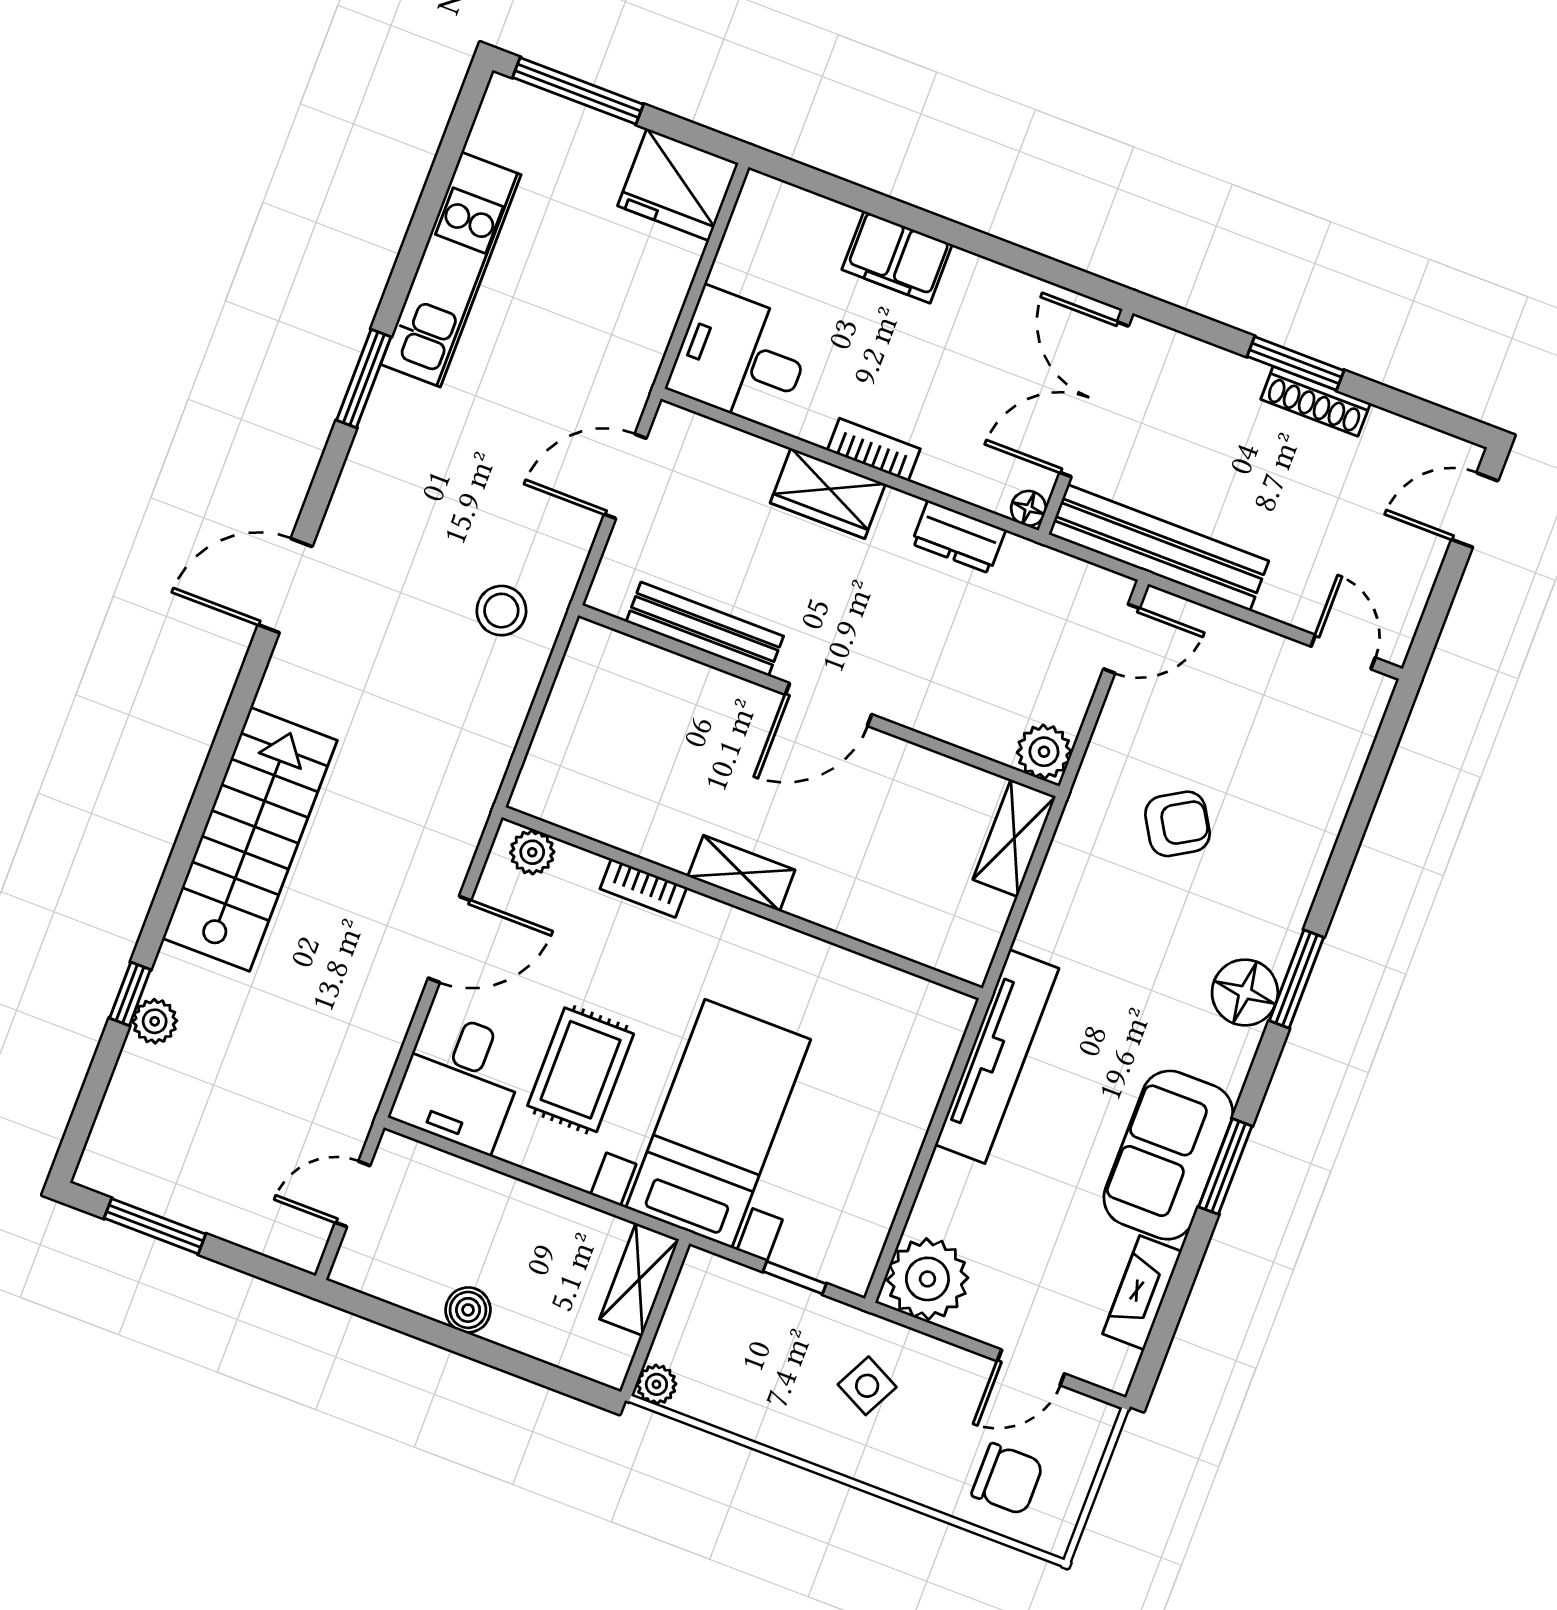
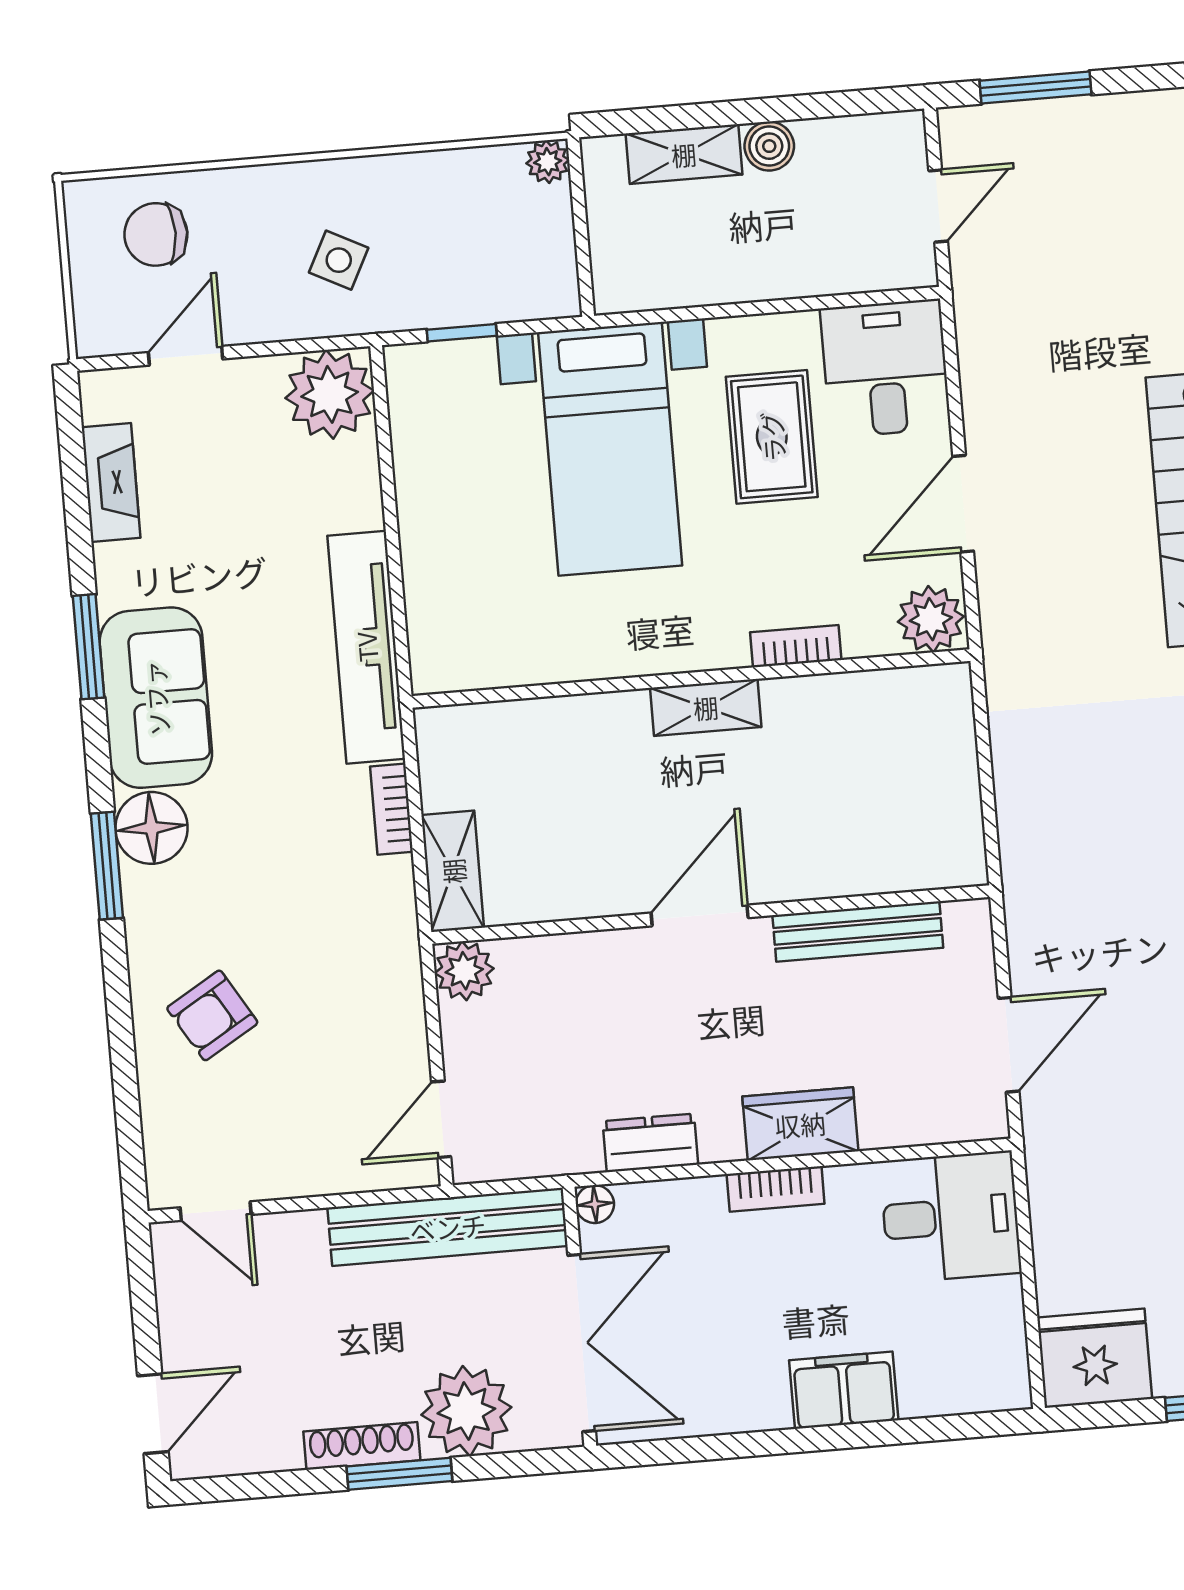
plant: (1216, 389) -> (466, 1411), added
stool: (501, 611) -> (1068, 853), removed
armchair: (1177, 824) -> (212, 1015), moved
plant: (532, 852) -> (931, 619), width x1.38, depth x1.38
bookcase: (1040, 913) -> (391, 809), added
sofa: (1168, 1155) -> (156, 698), moved
window: (155, 1226) -> (1035, 87), moved
shelving: (639, 1279) -> (684, 154), moved, turned 90

